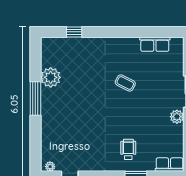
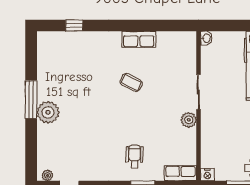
row of seats: (155, 44) -> (139, 39), moved
plant: (51, 77) -> (48, 112), moved

